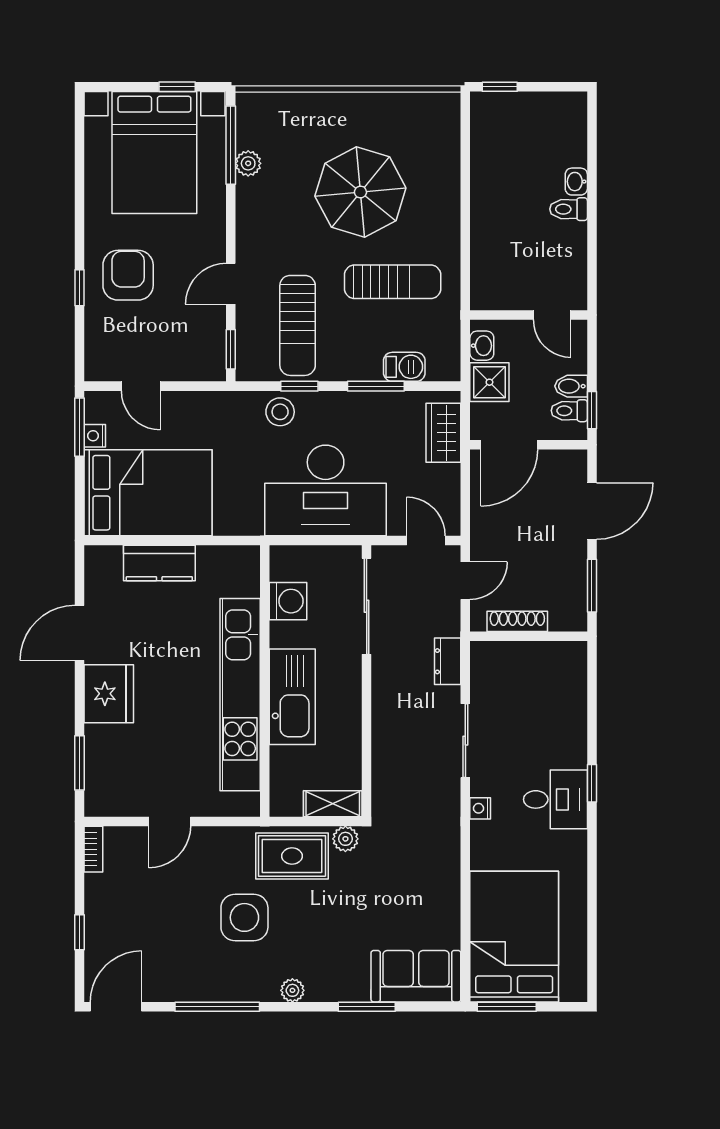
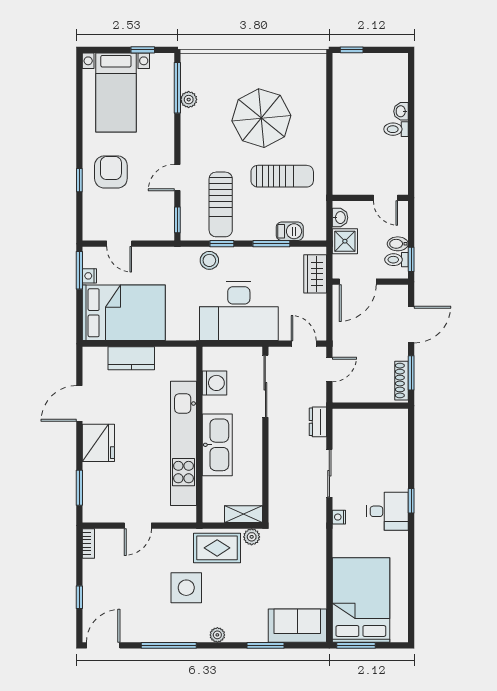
bed with nightstands: (154, 153) -> (116, 93), width x0.73
shoe rack: (517, 621) -> (402, 381), moved, turned -90

